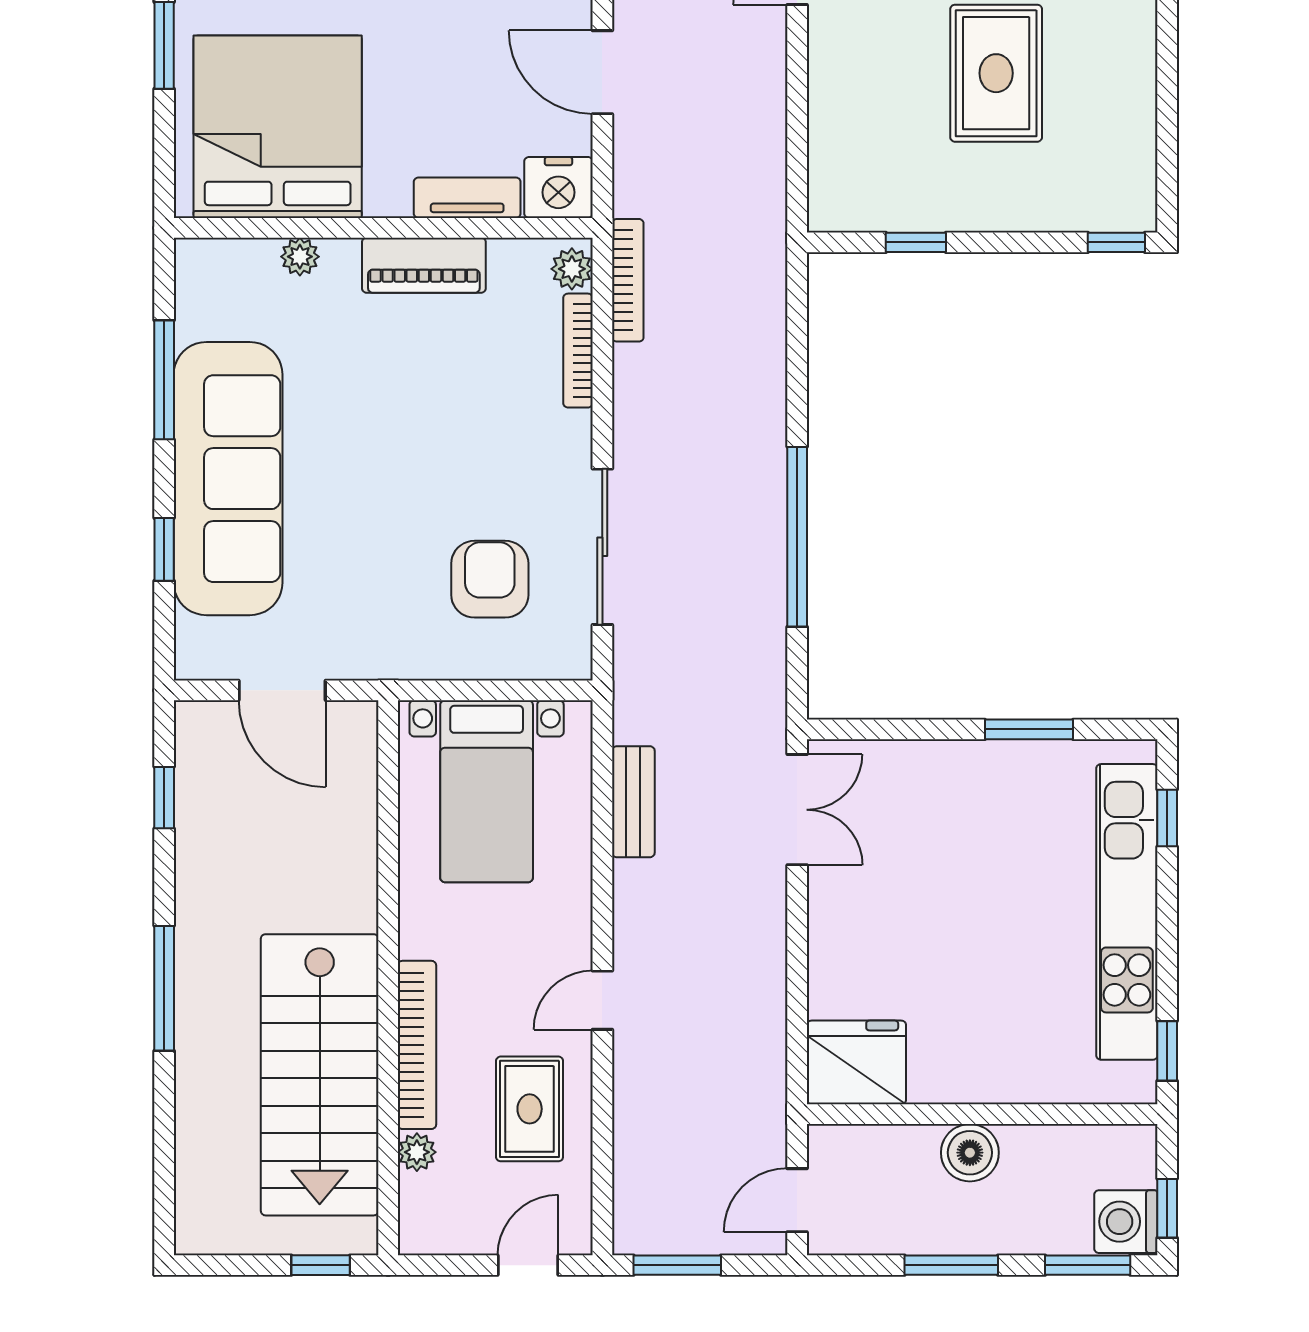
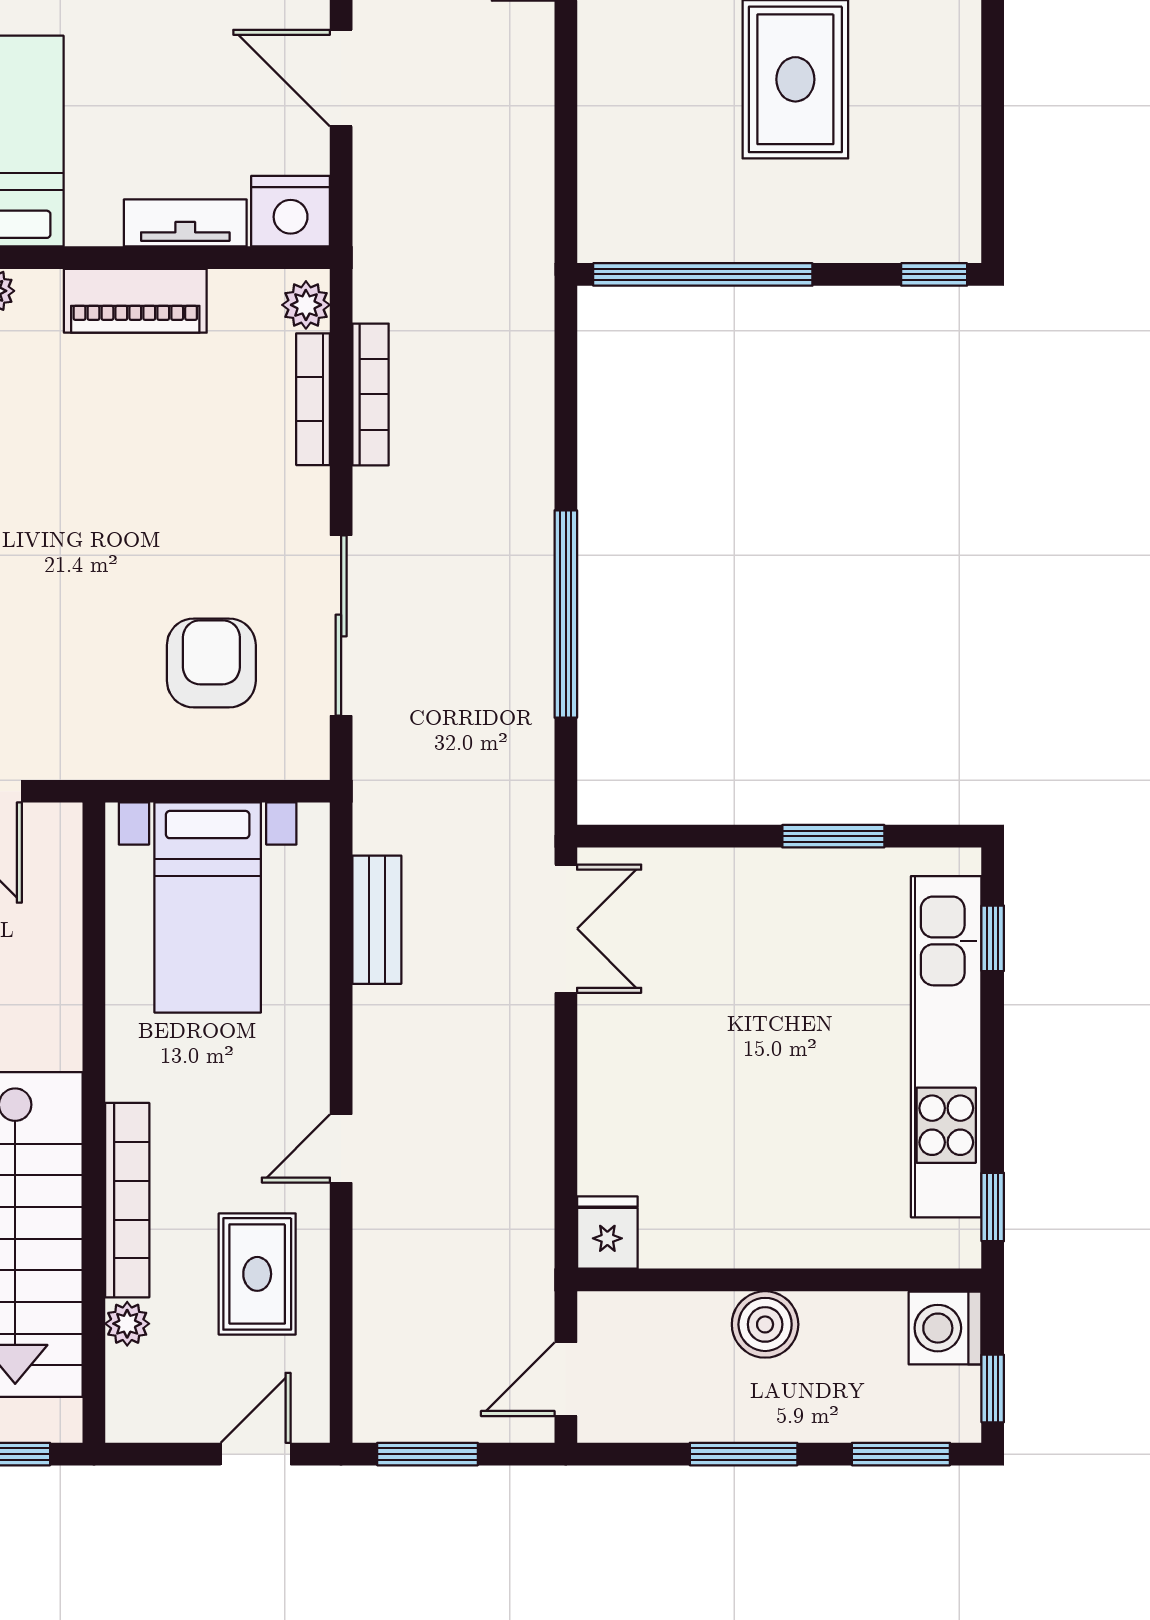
window: (916, 242) -> (703, 274), width x3.17
bookcase: (628, 280) -> (370, 394), moved
fridge: (856, 1062) -> (607, 1233), width x0.53, depth x0.75
washing machine: (1126, 1222) -> (945, 1328), moved

